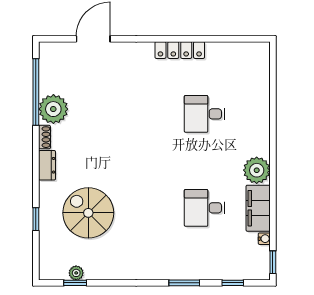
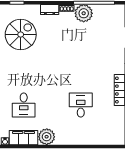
desk: (205, 208) -> (24, 105), turned 180

